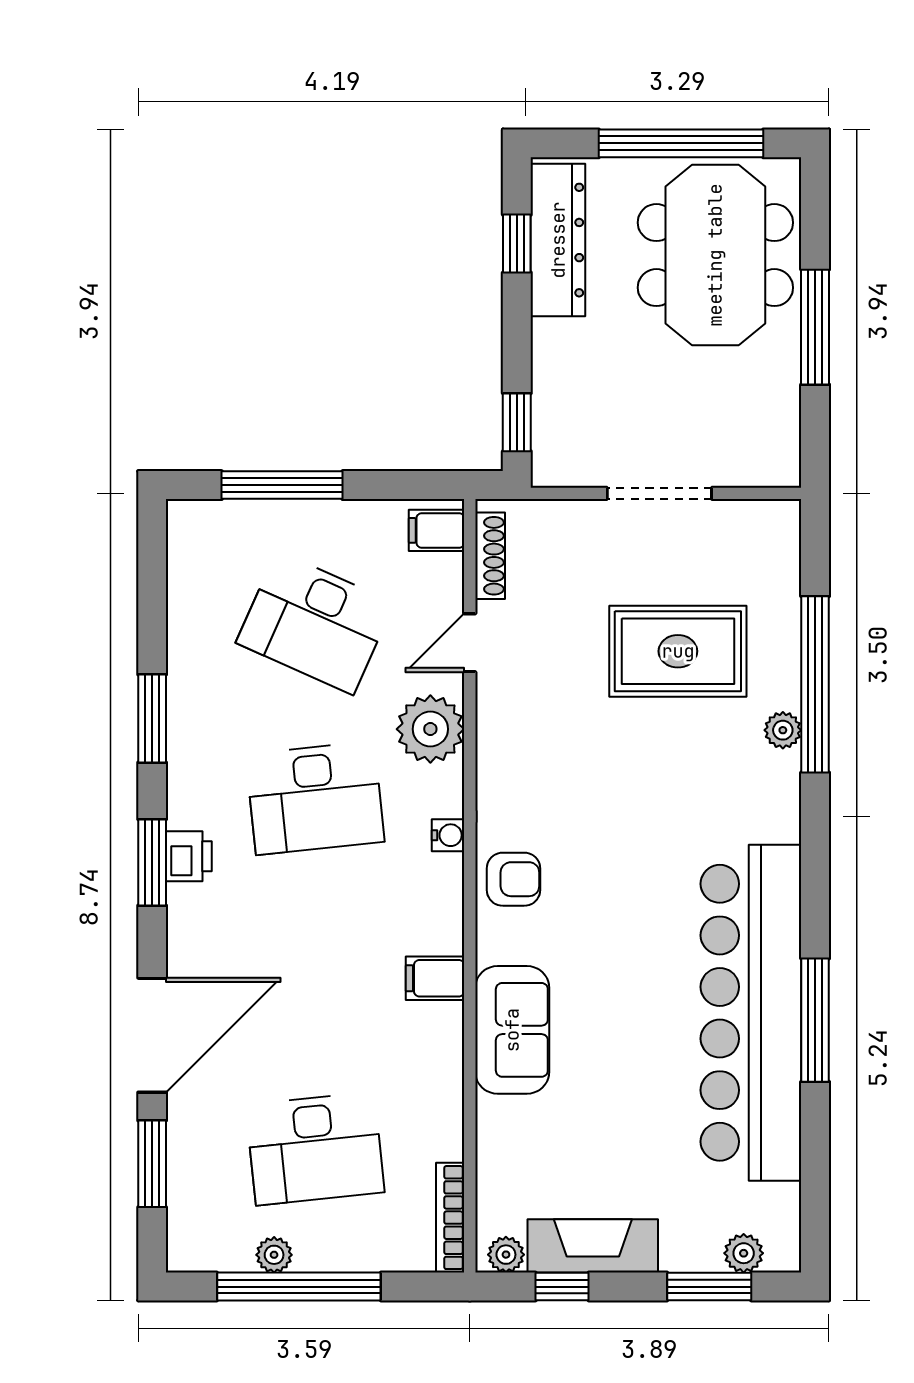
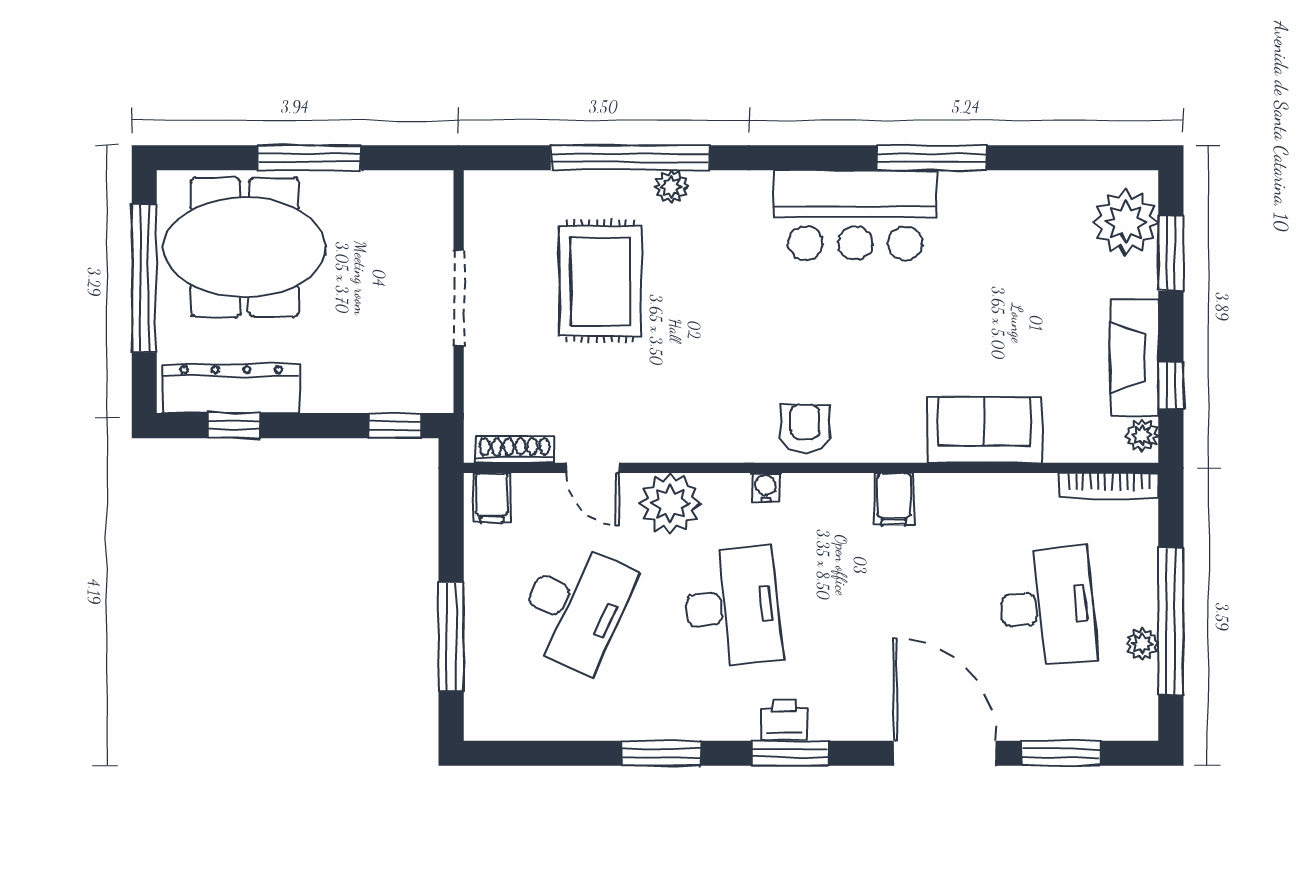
bar counter: (751, 1013) -> (855, 215), width x0.54
sofa: (512, 1030) -> (984, 430), moved
plant: (744, 1253) -> (1126, 222), width x1.87, depth x1.87

